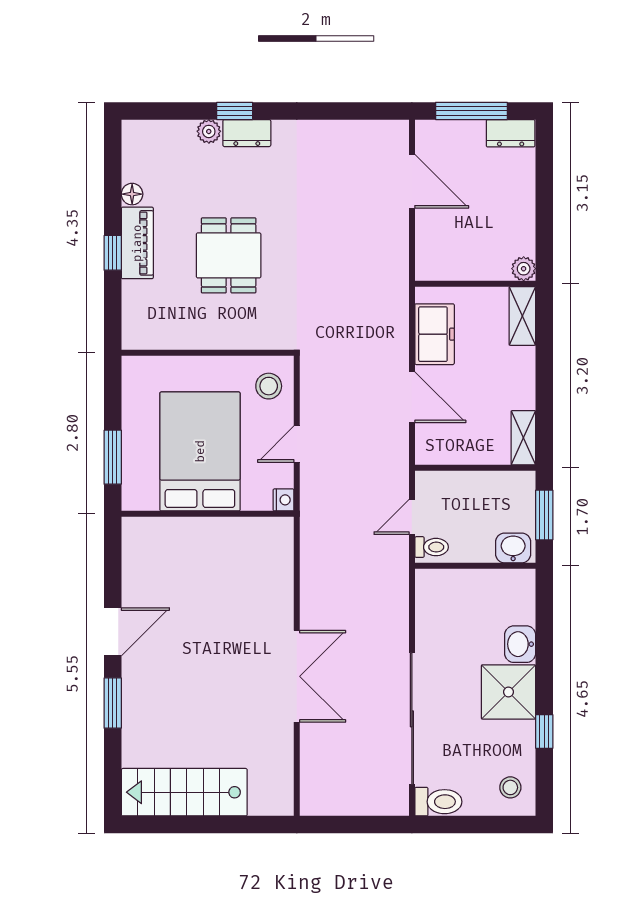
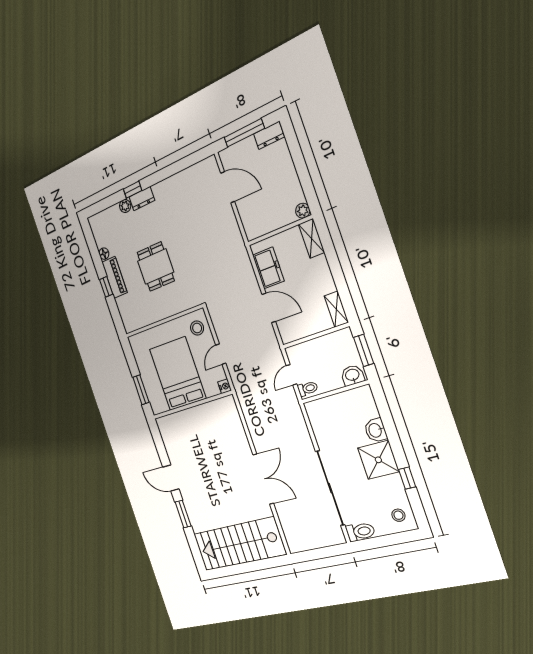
door: (113, 632) -> (171, 478), swing flipped
stairs: (184, 792) -> (239, 544), width x1.36, depth x1.51

